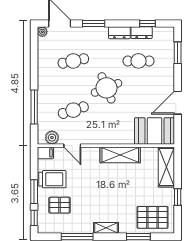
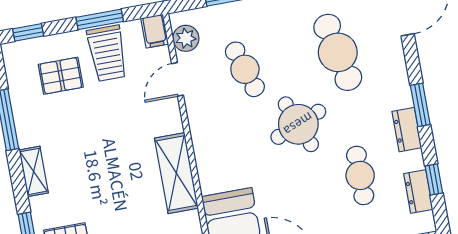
window: (94, 24) -> (420, 105), moved
dresser: (142, 33) -> (418, 192), moved
cafe table: (73, 61) -> (338, 52), width x1.37, depth x1.35
window: (34, 192) -> (100, 19), moved
pallet: (60, 205) -> (61, 76), turned 90

